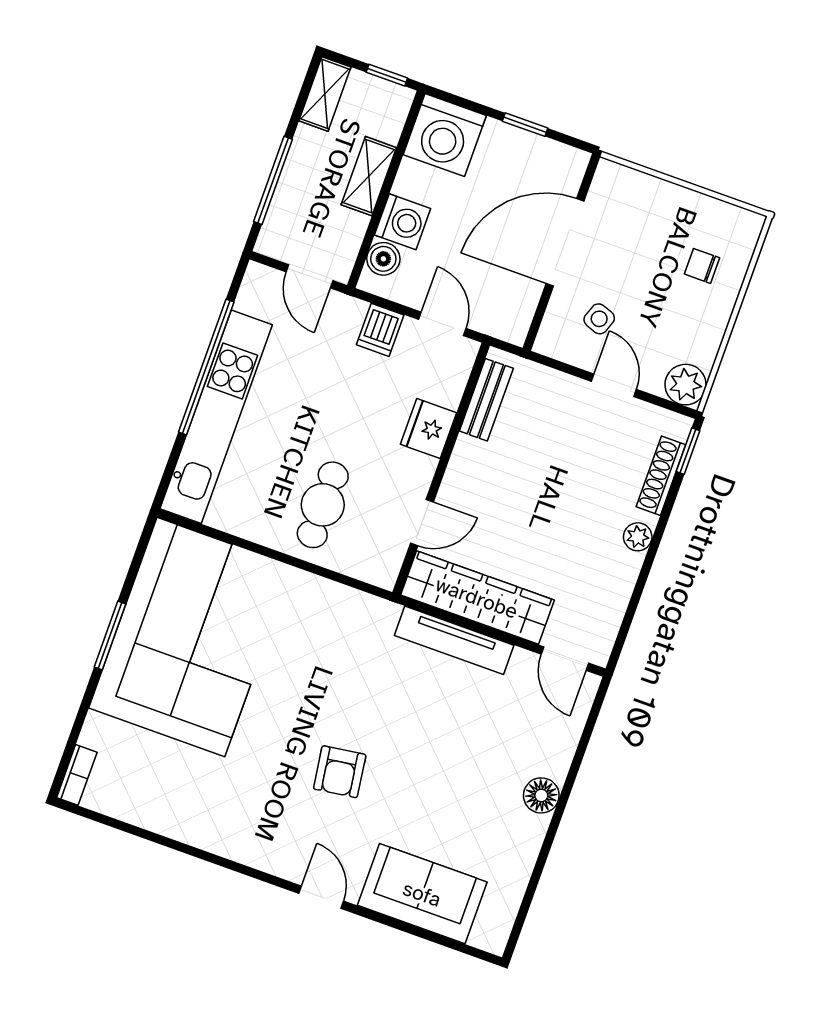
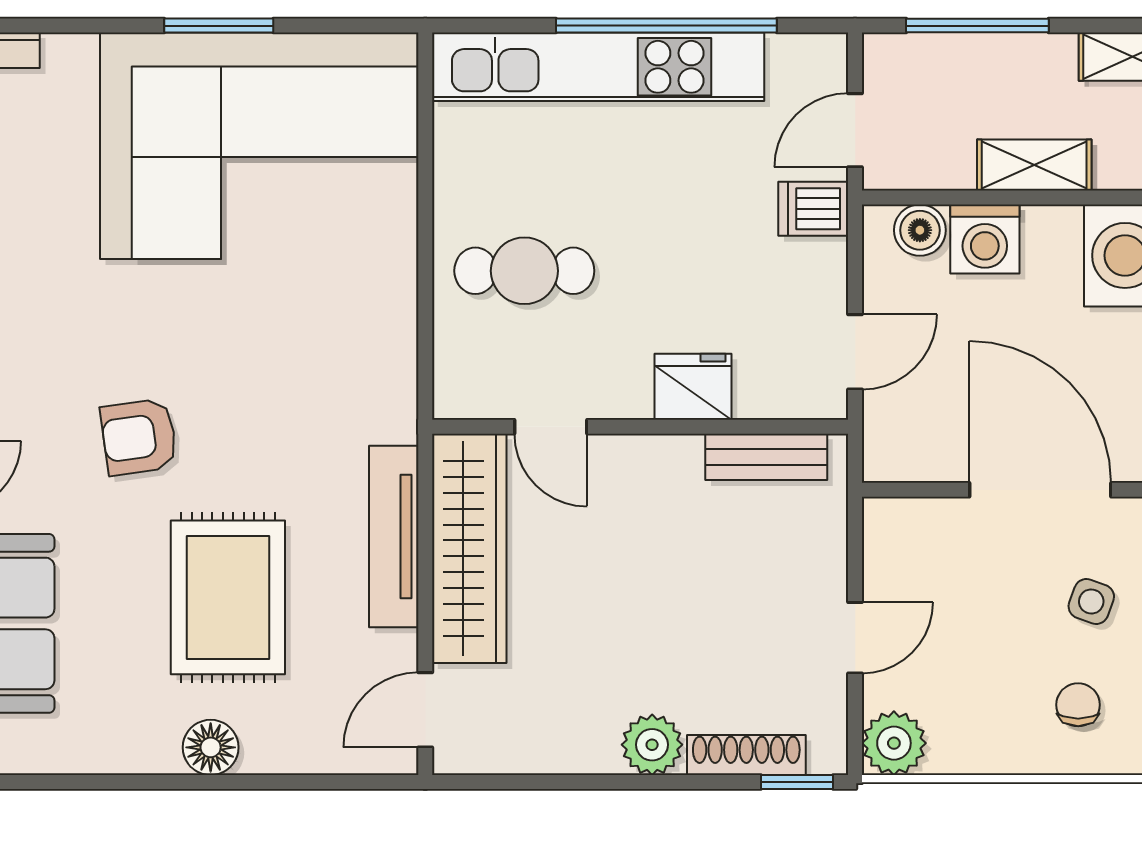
side table: (599, 319) -> (1091, 602), moved
dishwasher: (380, 330) -> (813, 209), moved
plant: (638, 537) -> (652, 745), width x1.38, depth x1.38
rug: (455, 753) -> (228, 597), added

